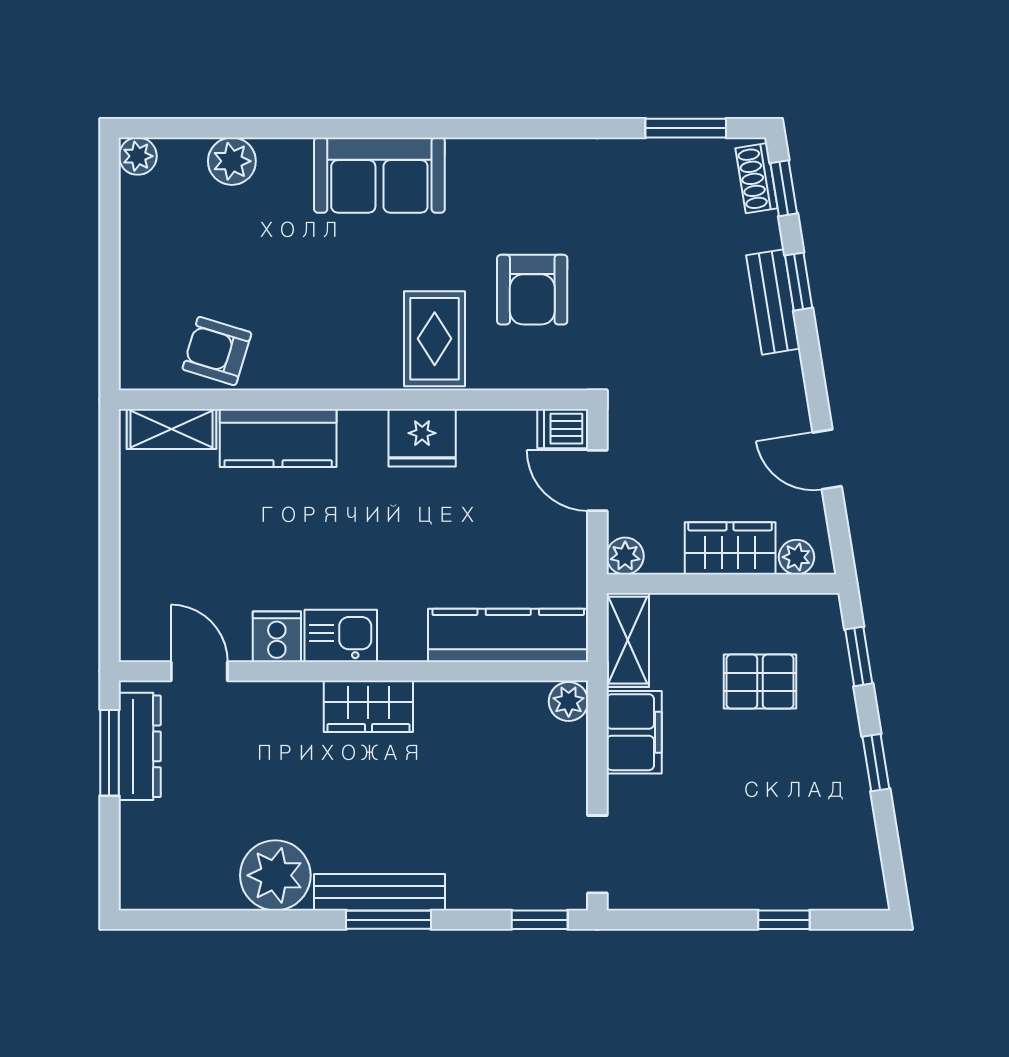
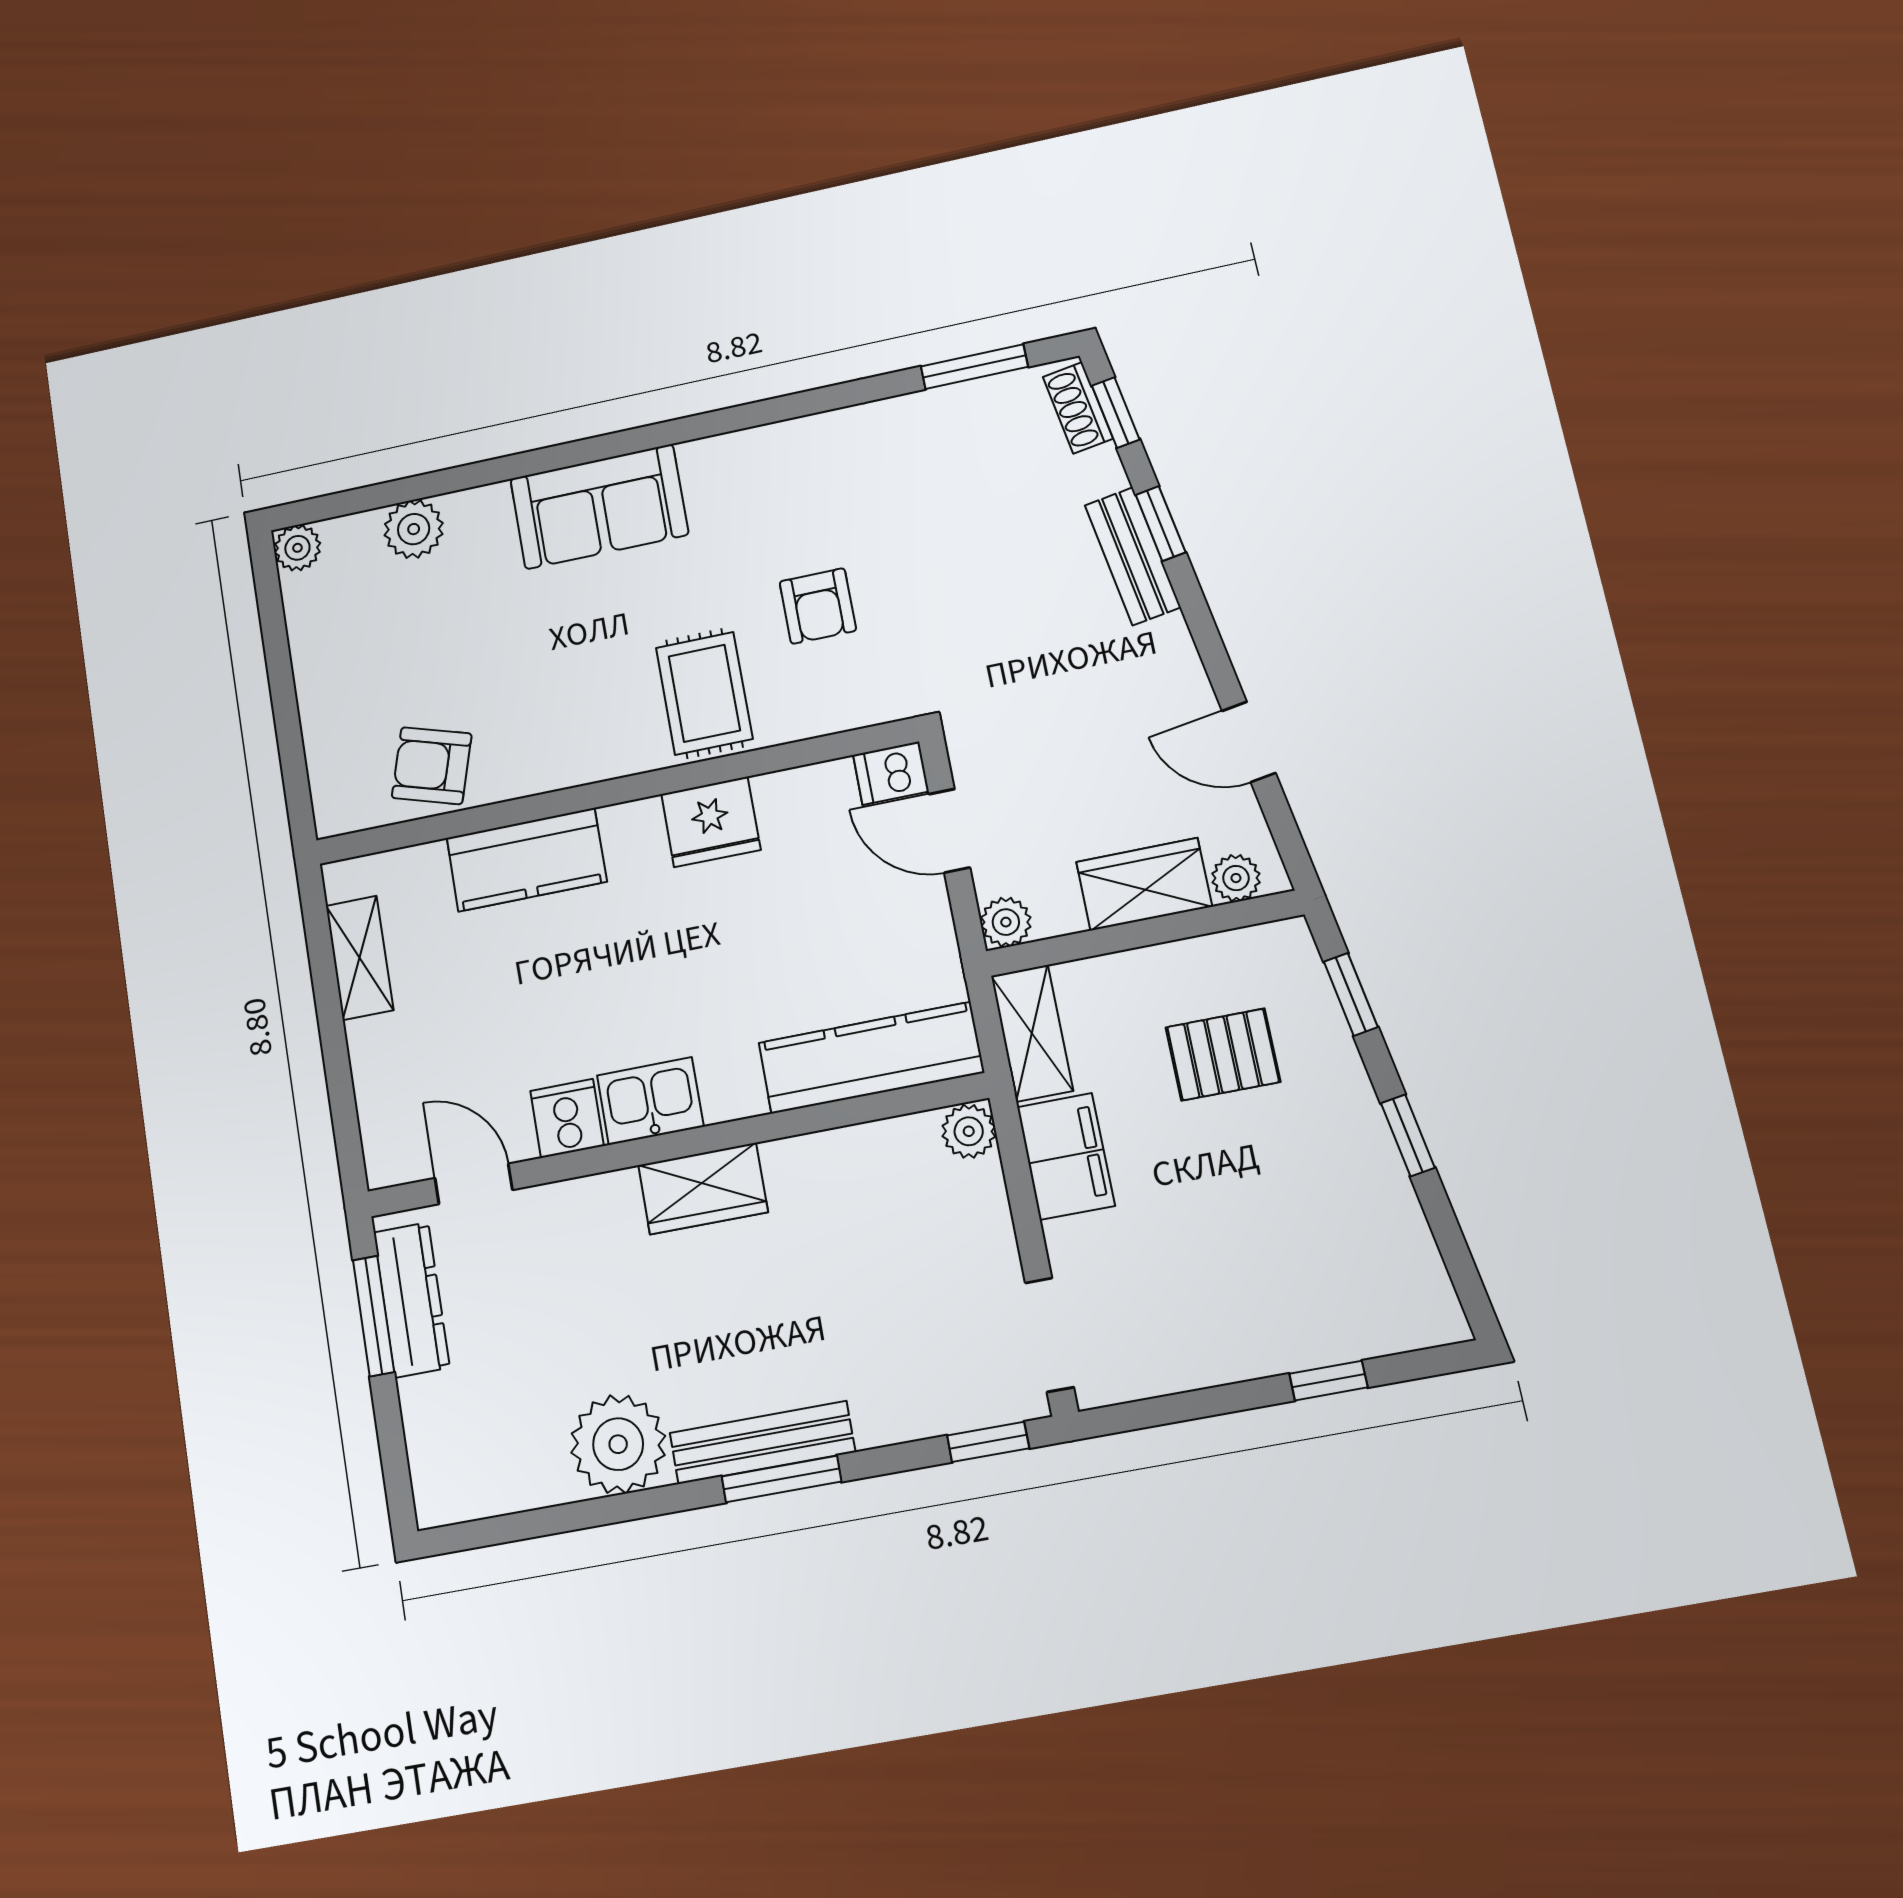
armchair: (532, 290) -> (818, 606), width x0.72, depth x0.72
shelving: (172, 429) -> (360, 958), moved, turned 90

